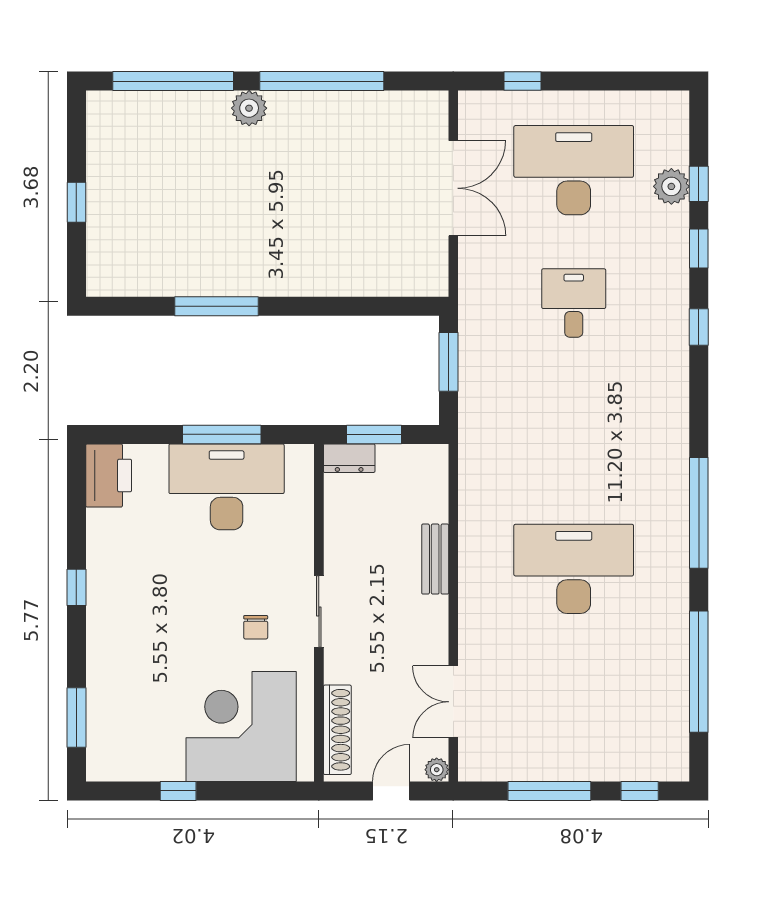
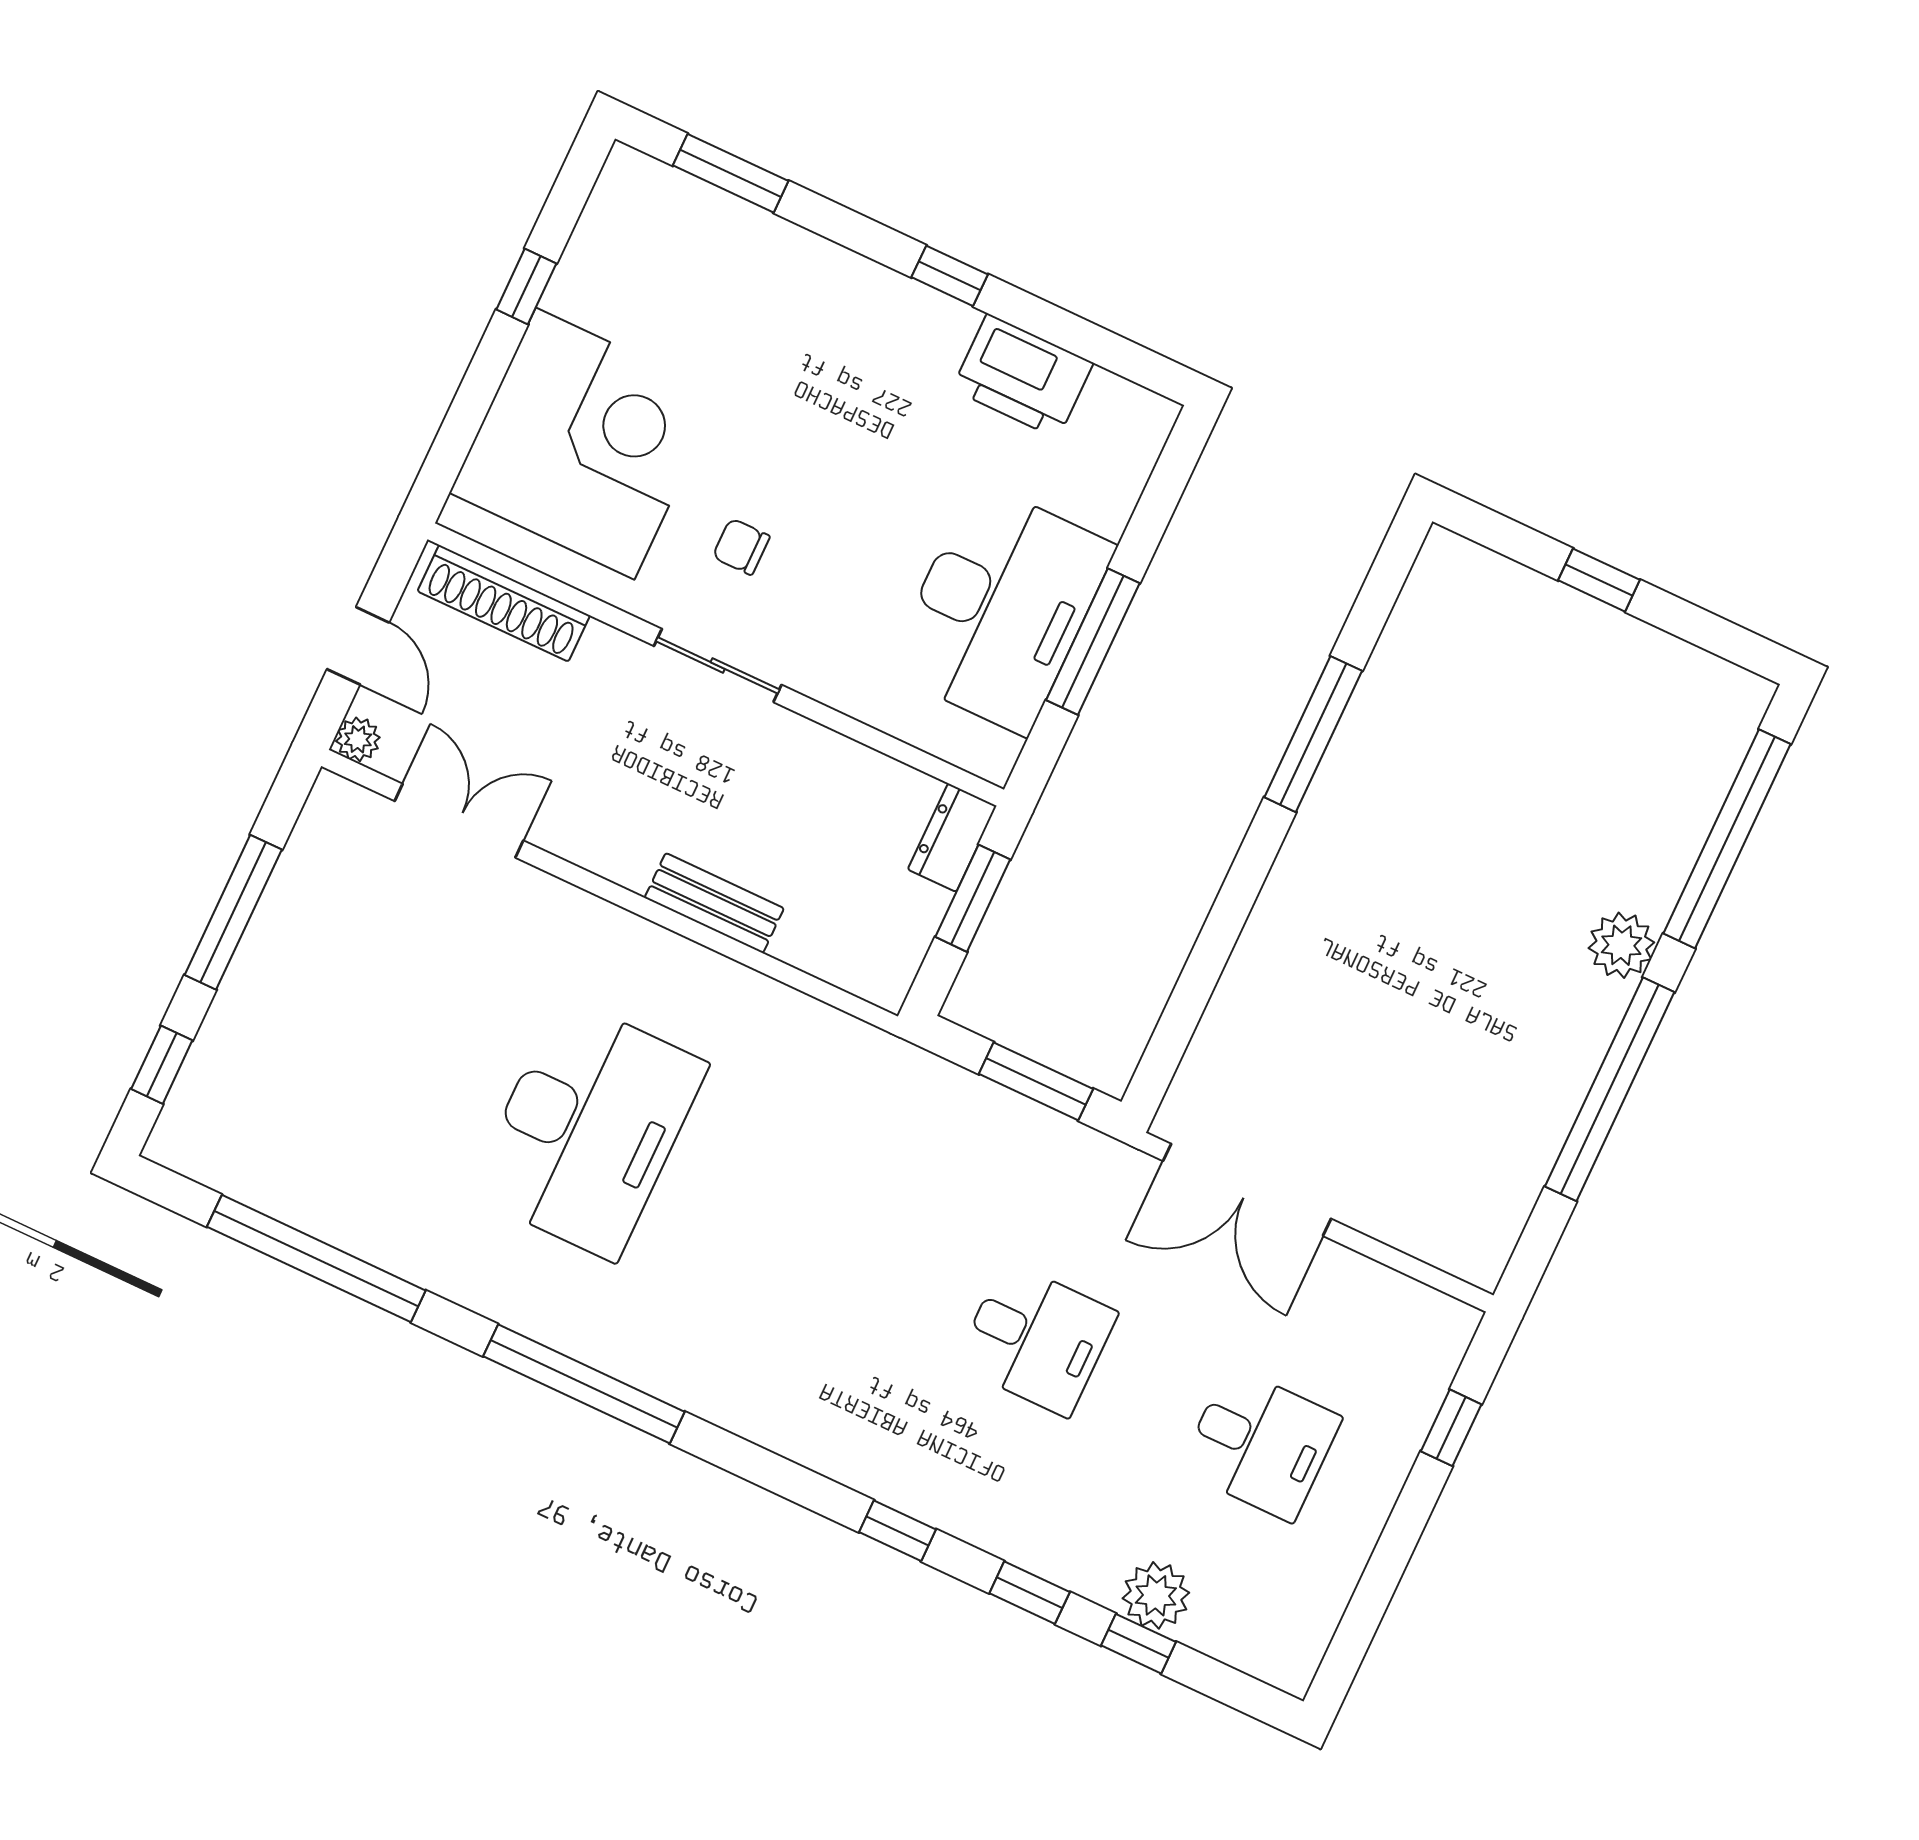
desk: (574, 170) -> (1260, 1444), width x0.53, depth x0.77
double door: (453, 188) -> (1247, 1190), moved
printer: (109, 476) -> (1023, 376), moved

